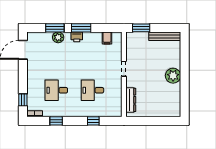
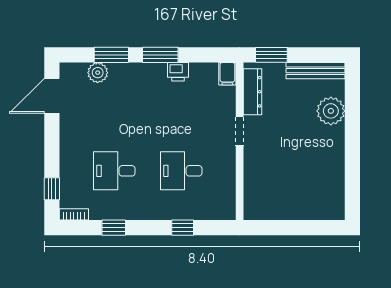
plant: (58, 37) -> (98, 73), moved
printer: (77, 37) -> (178, 72), moved
filing cabinet: (107, 38) -> (227, 74), moved
plant: (173, 76) -> (331, 111), moved
dresser: (131, 100) -> (253, 92), moved

